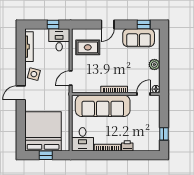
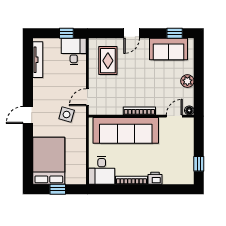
rug: (88, 47) -> (108, 61), turned 90
side table: (34, 74) -> (67, 115), moved
bed: (43, 131) -> (49, 161), width x0.73

